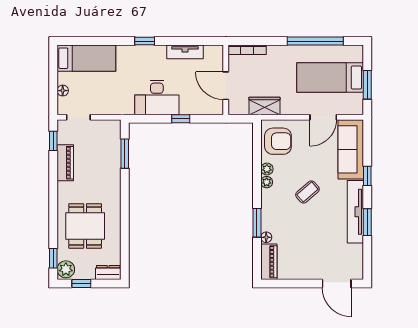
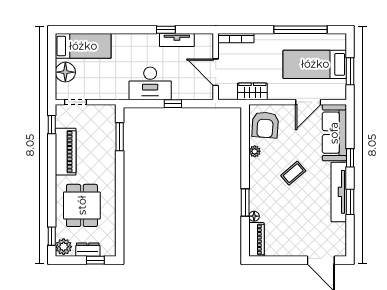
window: (145, 41) -> (166, 30), moved
floor lamp: (63, 91) -> (65, 72), width x1.89, depth x1.89
armchair: (278, 141) -> (265, 125), turned 94
piano: (65, 163) -> (66, 152), width x1.37, depth x1.33
plant: (267, 182) -> (254, 164), removed
dresser: (108, 273) -> (88, 250), moved
window: (81, 284) -> (95, 260), moved

